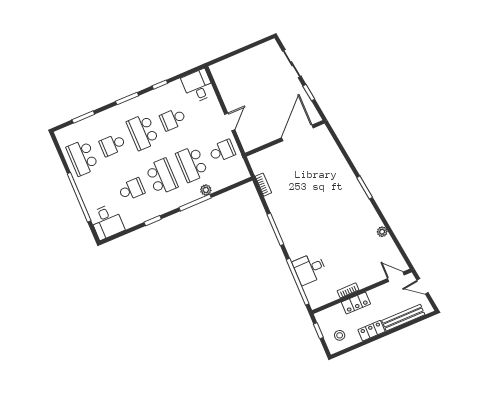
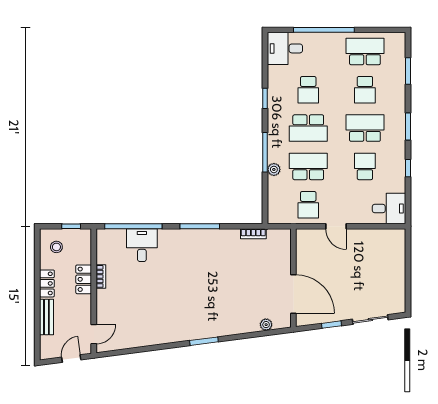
school desk: (113, 145) -> (365, 90), turned 180
plant: (382, 232) -> (266, 325), moved
bench: (403, 318) -> (46, 317), width x0.73

